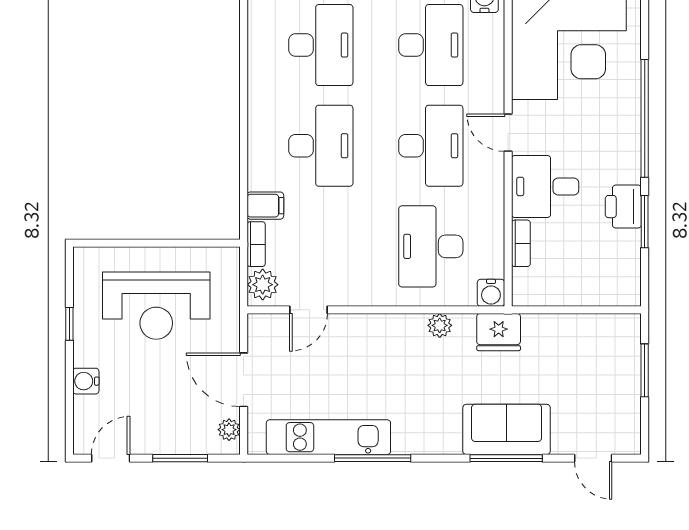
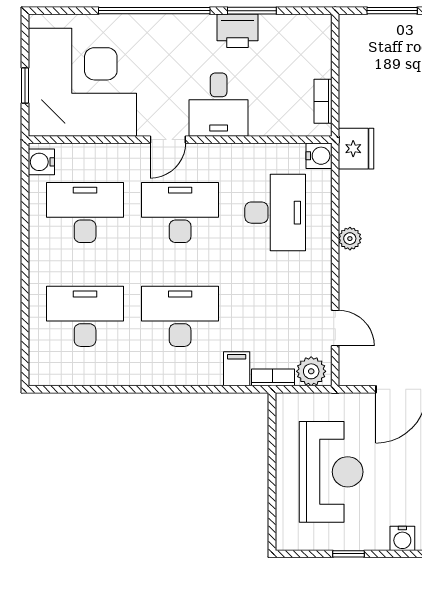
bookcase: (521, 243) -> (323, 101), moved, turned -90
desk: (431, 246) -> (275, 213), turned -90
plant: (440, 325) -> (350, 239), moved

